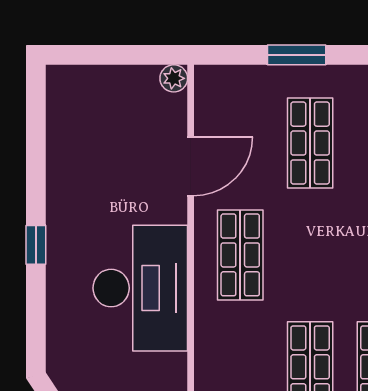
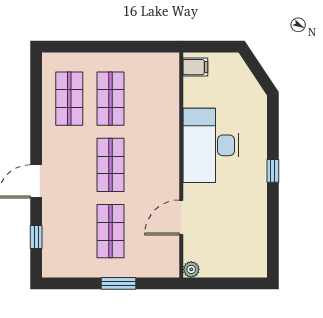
shop shelf: (240, 255) -> (111, 165), moved

